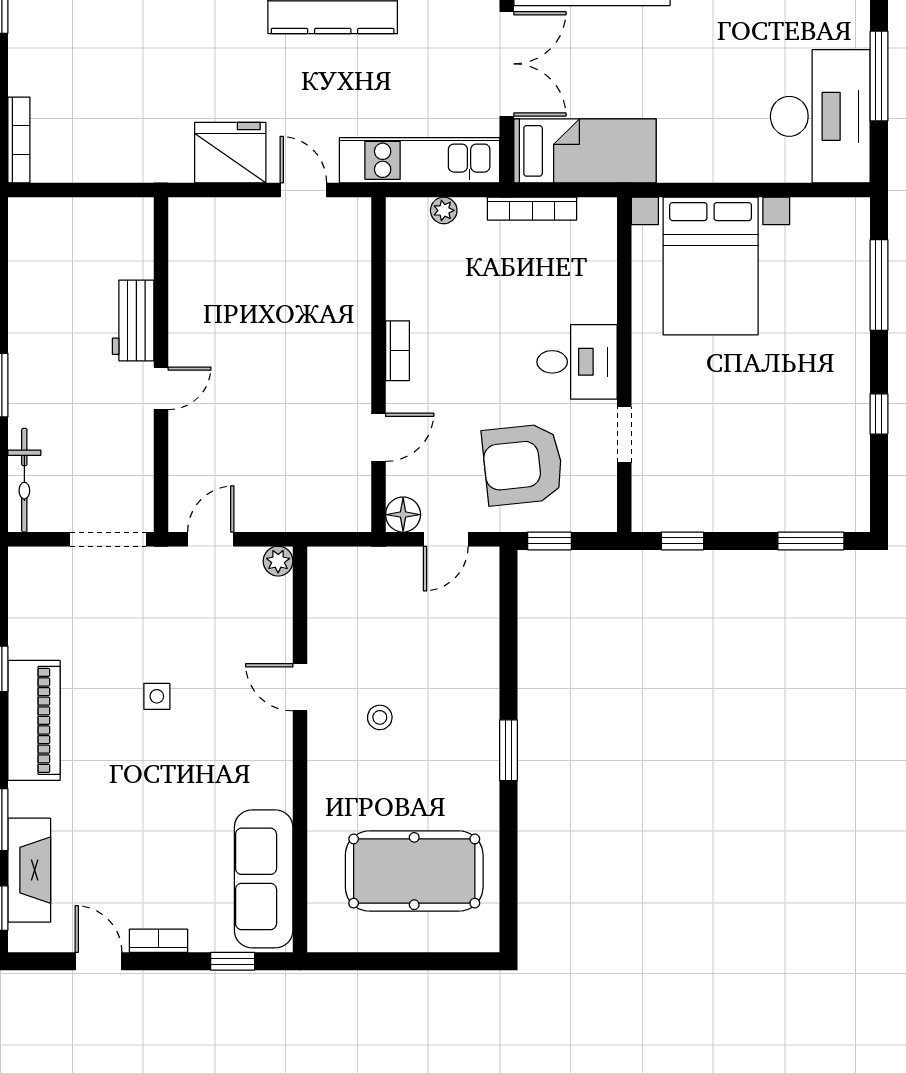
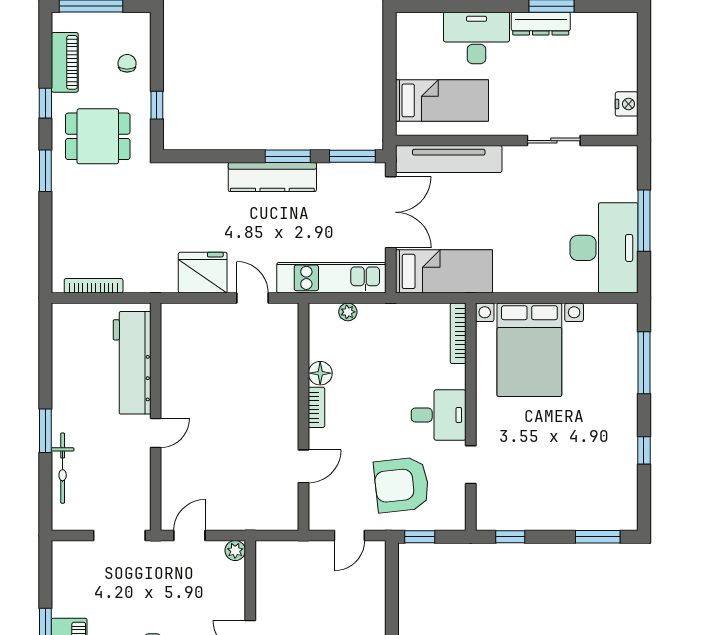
bookcase: (19, 140) -> (94, 286), moved, turned -90
bookcase: (532, 209) -> (458, 333), moved, turned 90
workbench: (133, 320) -> (132, 363), width x1.88, depth x1.32
bicycle: (24, 480) -> (63, 468), moved
floor lamp: (403, 515) -> (320, 373), moved

